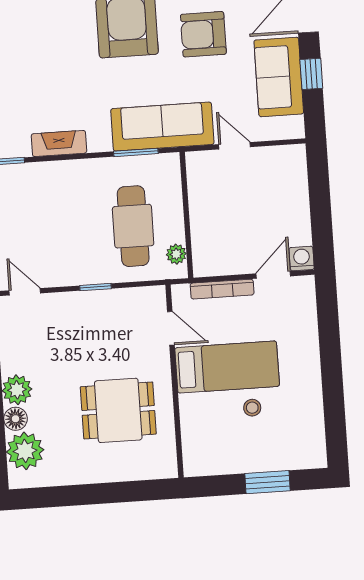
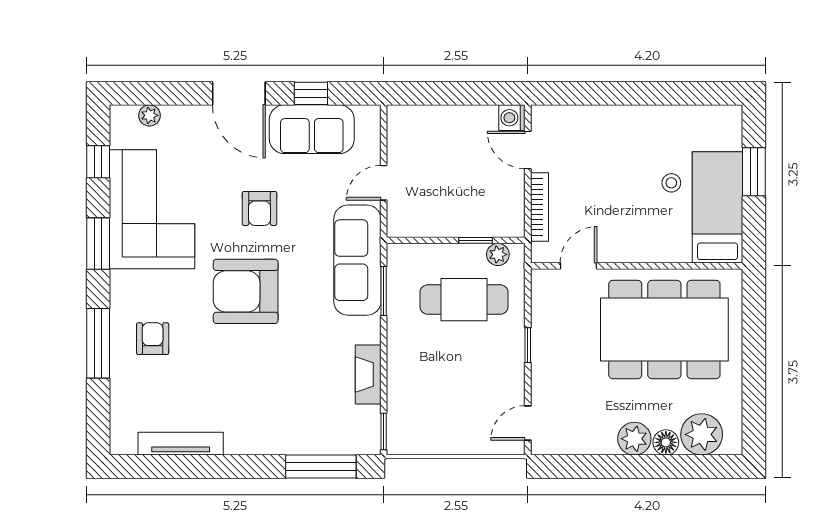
armchair: (203, 34) -> (260, 208), width x0.72, depth x0.72
window: (188, 233) -> (475, 240), added
bed: (227, 367) -> (718, 207), moved
dining table: (118, 410) -> (664, 330), width x1.88, depth x1.24

